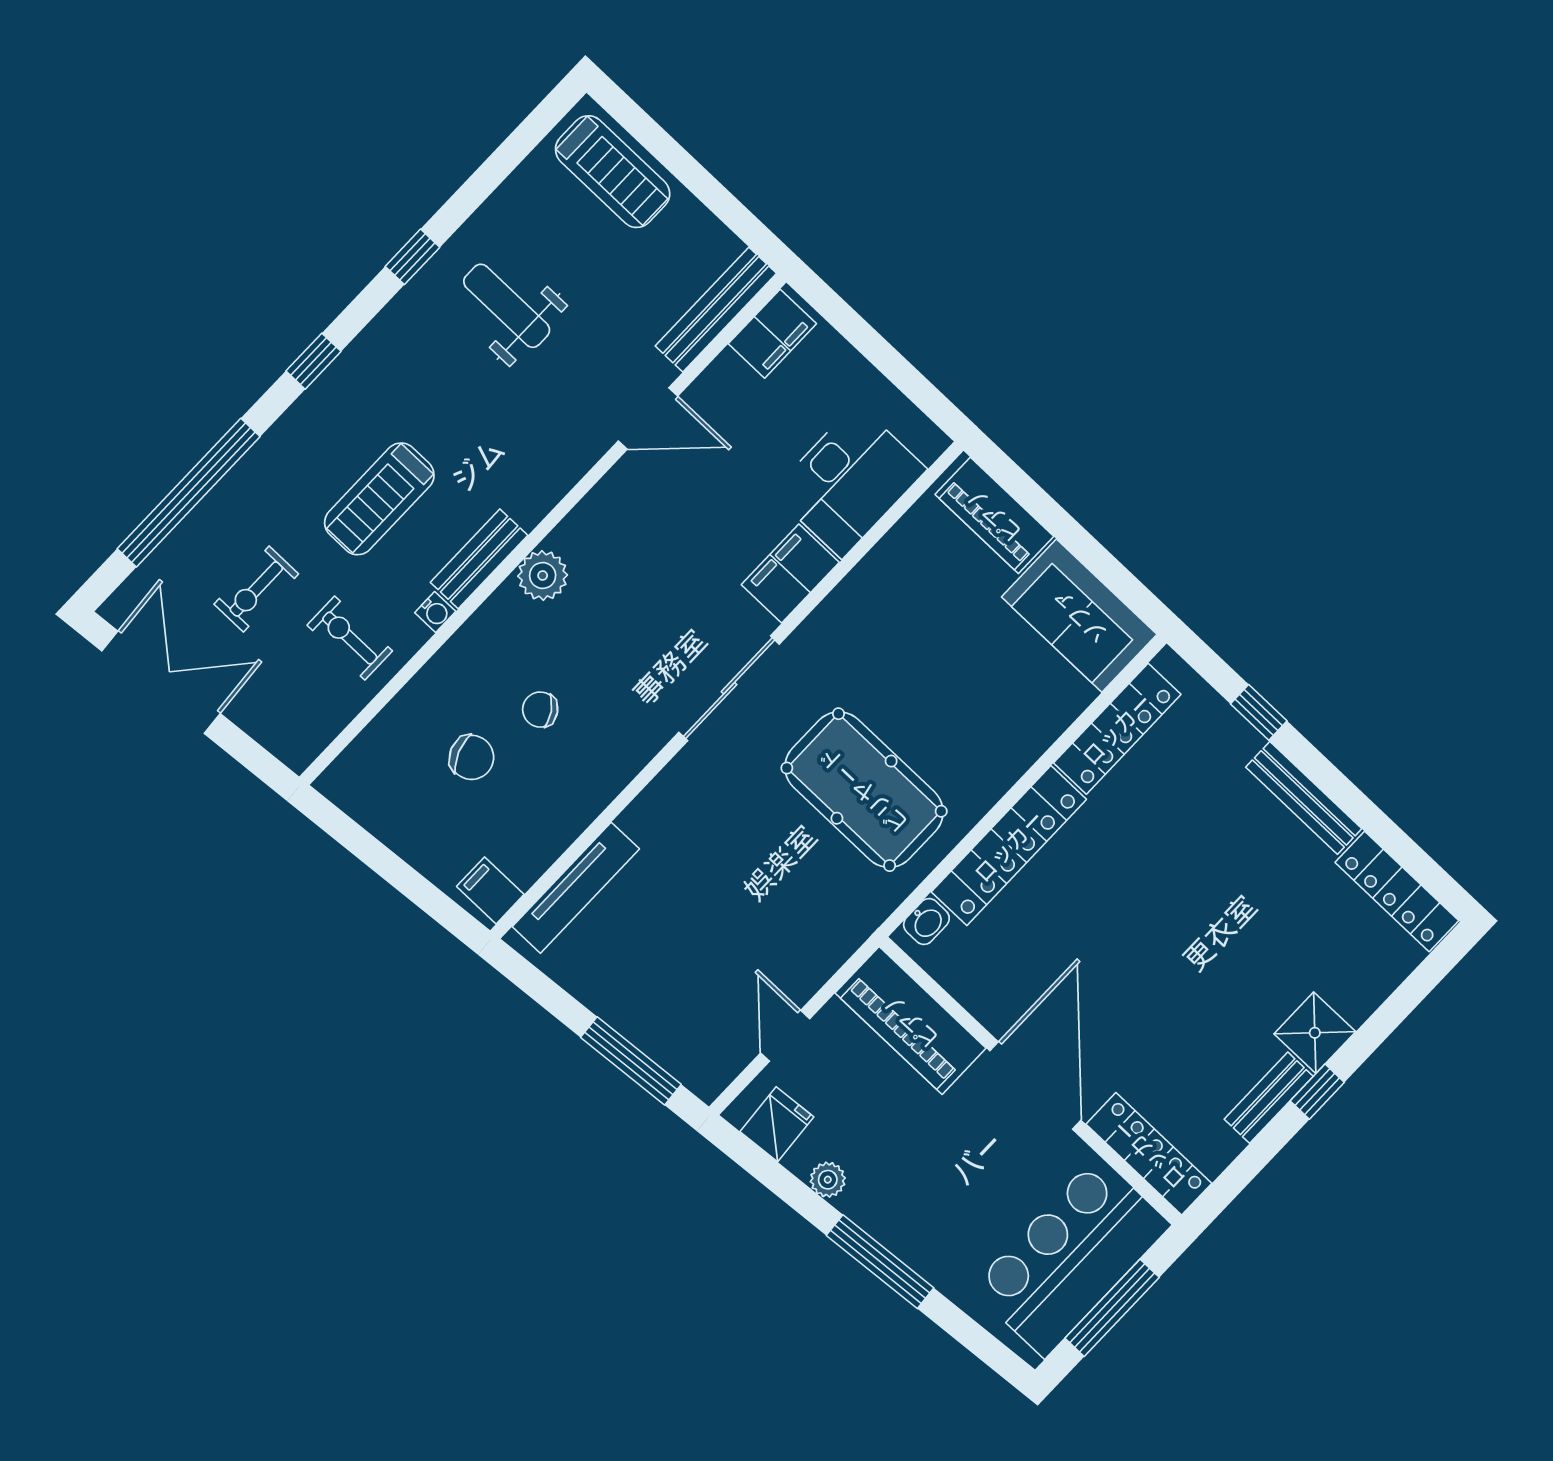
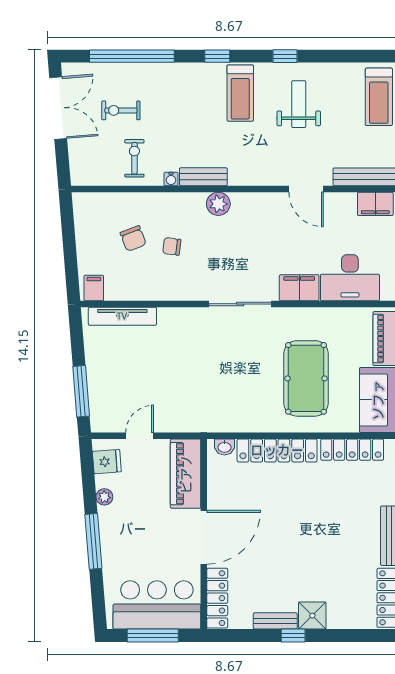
treadmill: (379, 499) -> (240, 93), moved, turned -90
chair: (540, 710) -> (172, 246), turned -49
pool table: (864, 790) -> (306, 378), moved

